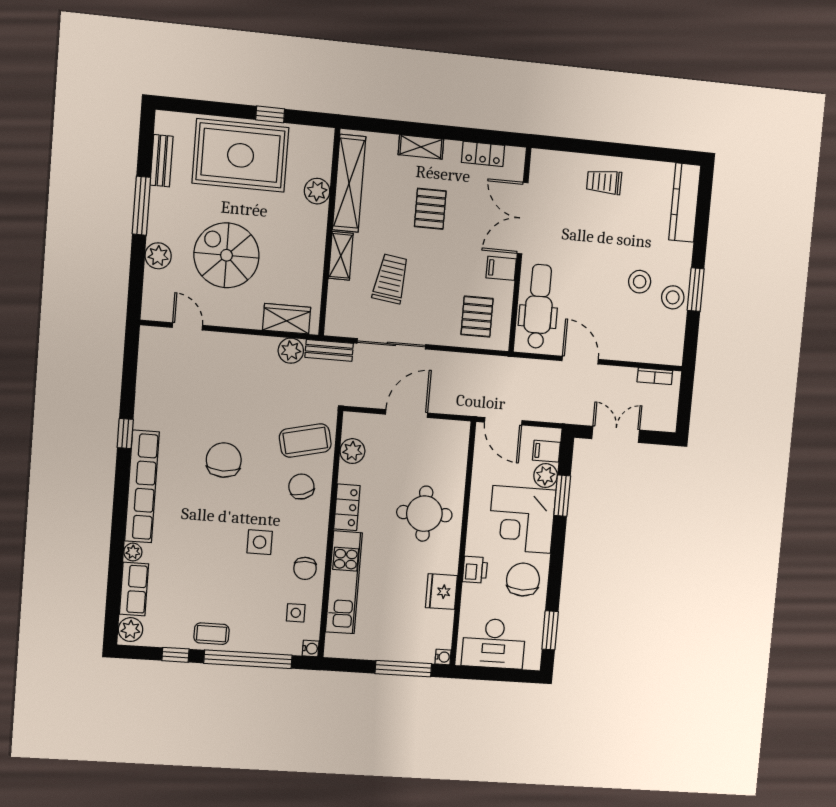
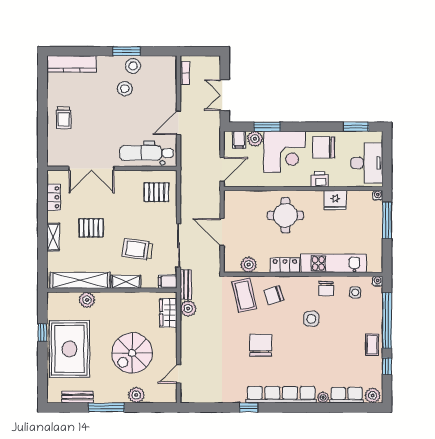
filing cabinet: (501, 268) -> (168, 282), moved, turned 90
chair: (224, 460) -> (261, 345), turned 90
chair: (305, 568) -> (326, 289), turned 90

